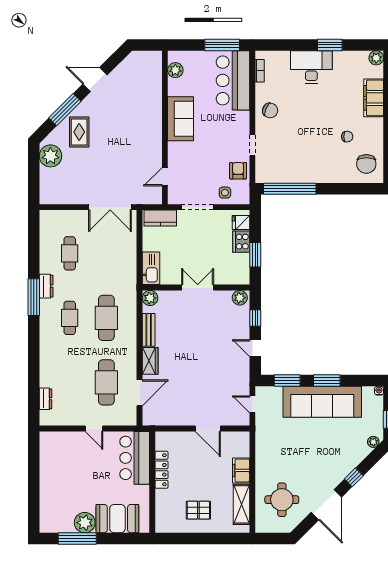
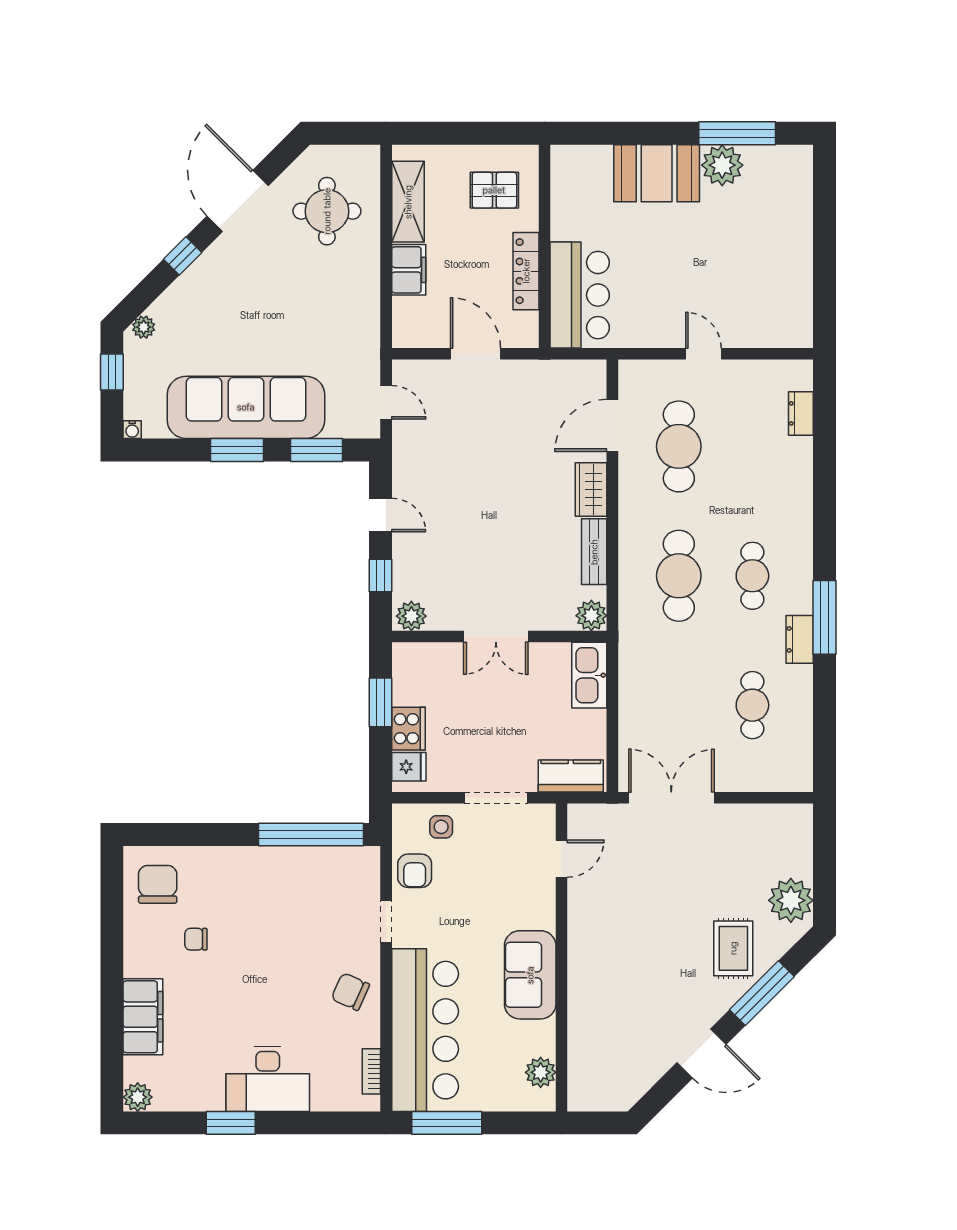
bar counter: (233, 80) -> (425, 1030), width x1.36
bar counter: (135, 458) -> (580, 295), moved
locker: (161, 470) -> (526, 271), moved
wall: (152, 482) -> (545, 246), moved

